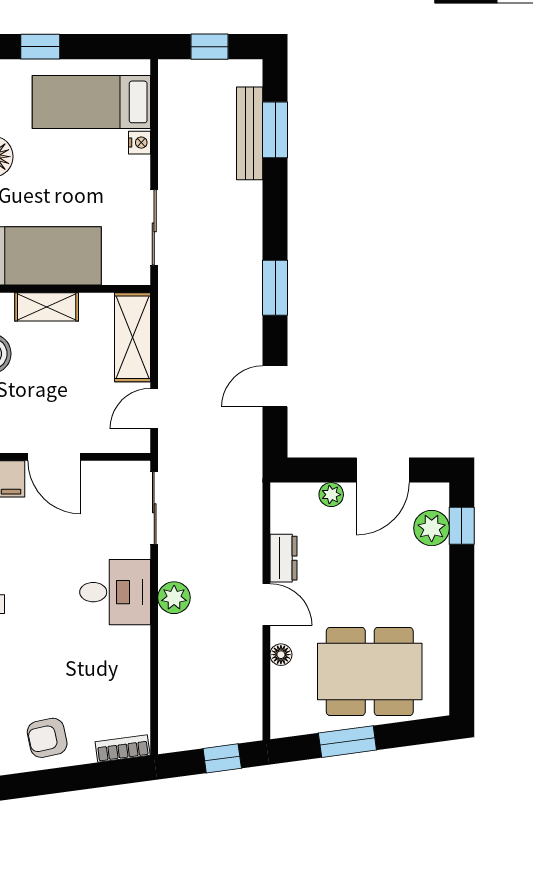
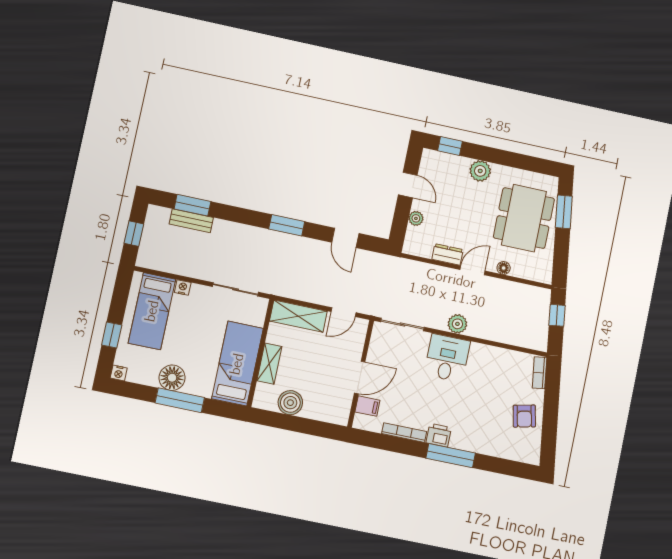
bench: (250, 133) -> (191, 221), width x0.73
door: (154, 409) -> (344, 312), hinge flipped
door: (383, 470) -> (408, 185), width x0.73
plant: (432, 528) -> (480, 171), moved
window: (347, 742) -> (564, 212), moved

